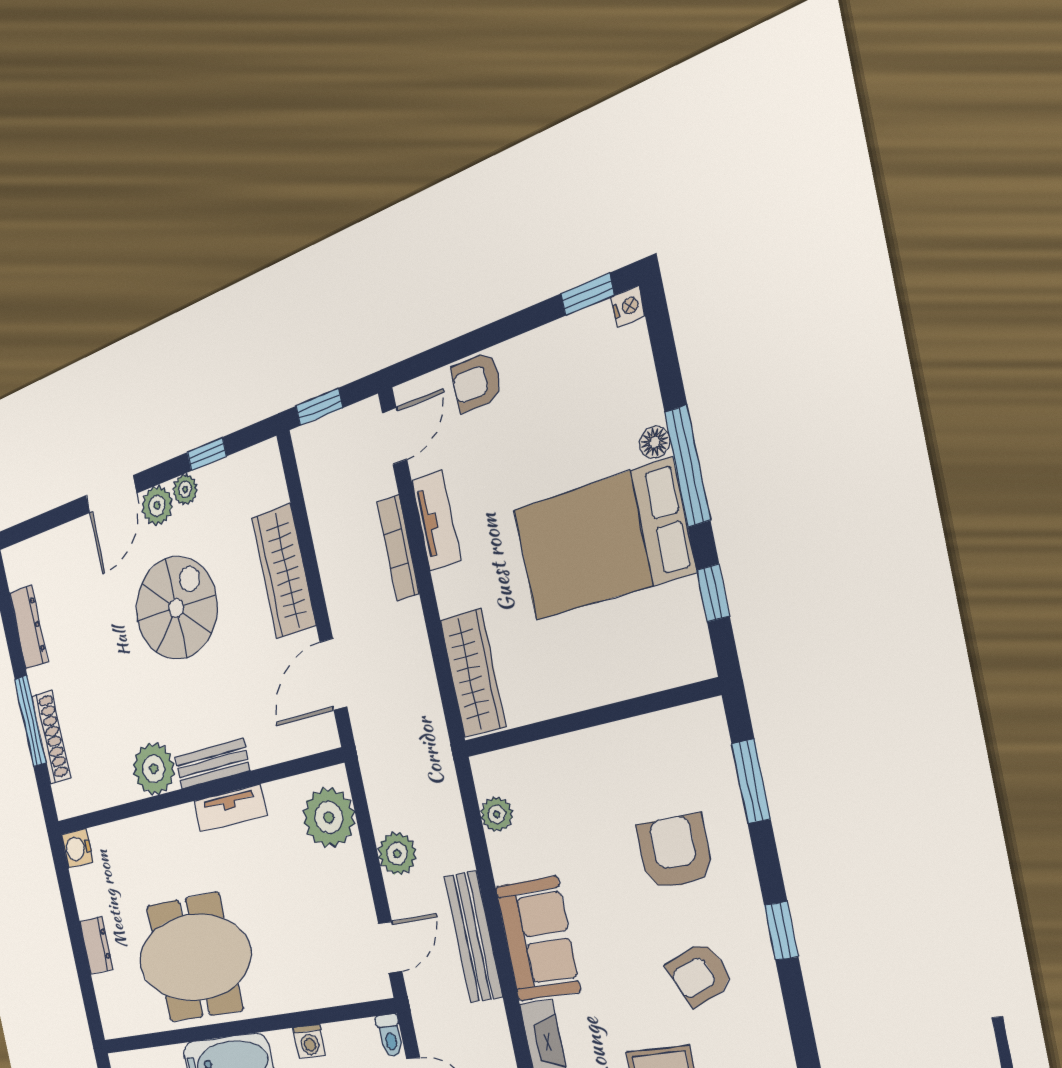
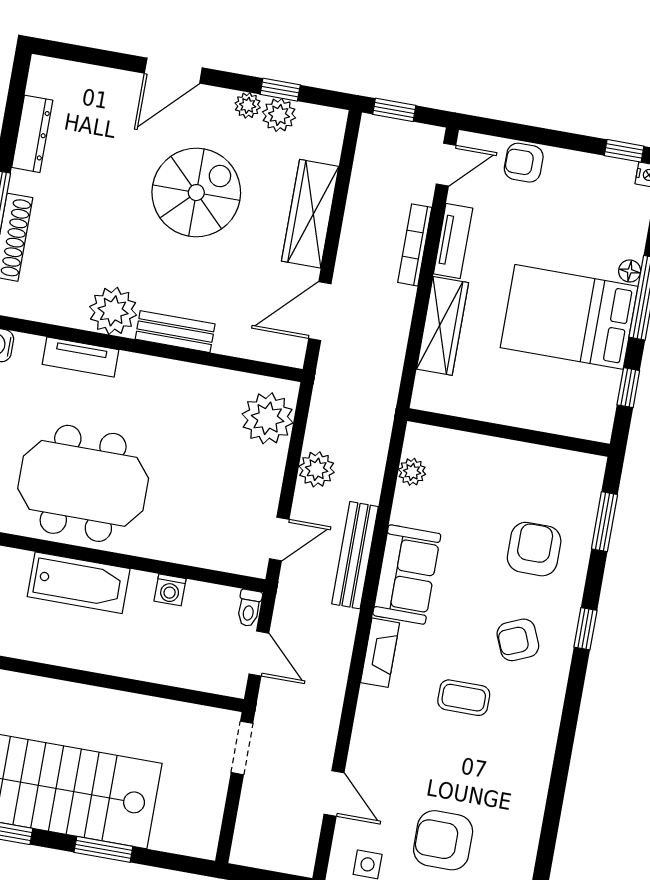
plant: (157, 506) -> (279, 115), moved
wardrobe: (473, 673) -> (443, 326), moved
tv unit: (230, 808) -> (81, 357), moved

